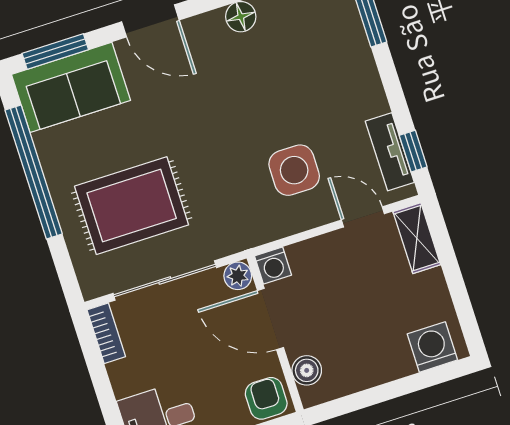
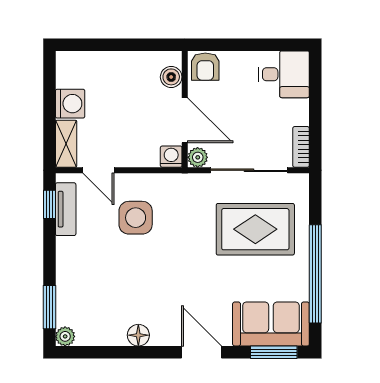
washing machine: (432, 347) -> (70, 104), moved, turned -90

